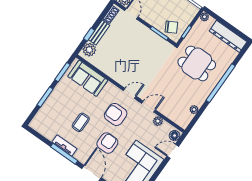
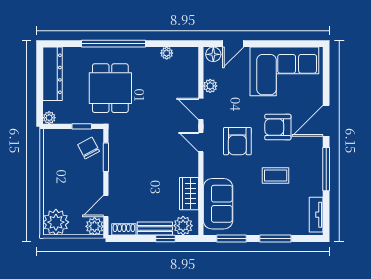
wardrobe: (105, 66) -> (189, 194), added
tv unit: (64, 145) -> (316, 215), moved
door: (173, 151) -> (233, 44), hinge flipped

